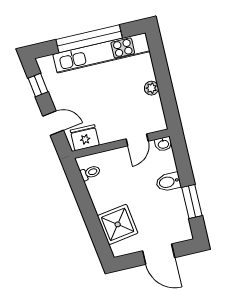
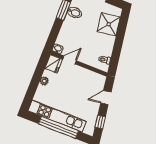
door: (53, 123) -> (106, 98), hinge flipped
fridge: (85, 138) -> (54, 64), moved, turned -90
bidet: (168, 182) -> (75, 13), moved

